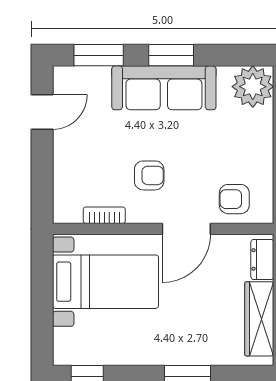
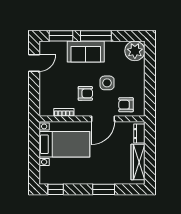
window: (171, 55) -> (96, 36), width x1.44
sofa: (164, 88) -> (86, 51), width x0.73
side table: (195, 153) -> (107, 83), added

